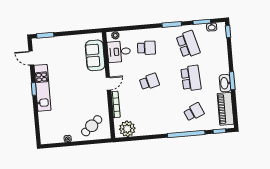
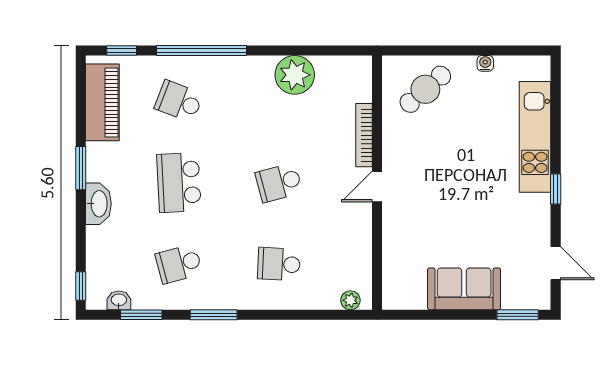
school desk: (188, 44) -> (179, 264), width x0.54
desk: (119, 52) -> (345, 261), removed
sofa: (95, 55) -> (464, 289), moved, turned -90
washbasin: (225, 83) -> (98, 204), moved
kitchen unit: (42, 88) -> (535, 137), moved
school desk: (194, 112) -> (179, 101), turned 45
plant: (127, 129) -> (295, 75), moved

